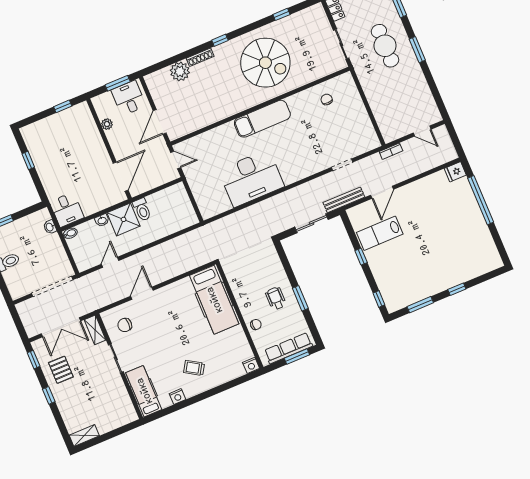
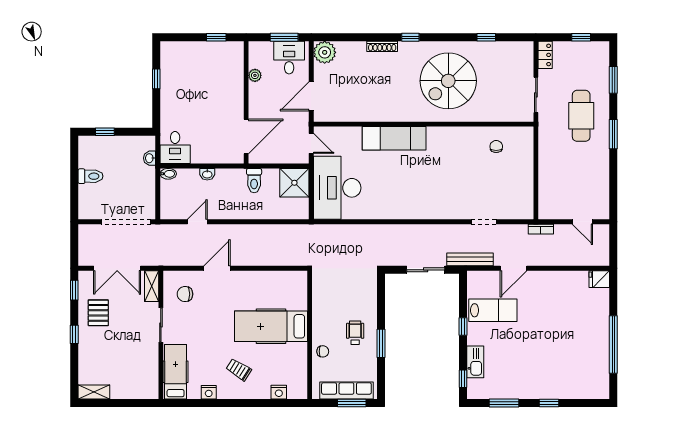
spiral stairs: (265, 63) -> (448, 81), turned 90
plant: (180, 71) -> (325, 52), moved
exam couch: (262, 119) -> (394, 138), moved
desk: (251, 178) -> (337, 188), moved, turned 90
window: (481, 200) -> (613, 344), moved
shower: (124, 219) -> (294, 183), moved
lab bench: (380, 233) -> (493, 310), turned 180
kitchen sink: (383, 281) -> (475, 362), added
hospital bed: (214, 300) -> (271, 326), moved, turned 90
nightstand: (251, 365) -> (279, 392), moved

